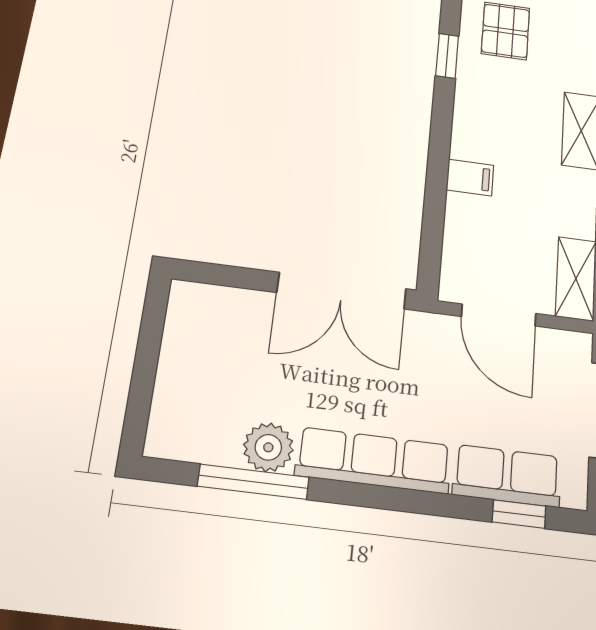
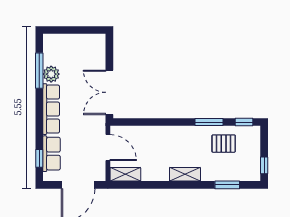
window: (447, 56) -> (209, 122), width x1.50
filing cabinet: (470, 178) -> (159, 134), removed
door: (499, 315) -> (108, 148), swing flipped

